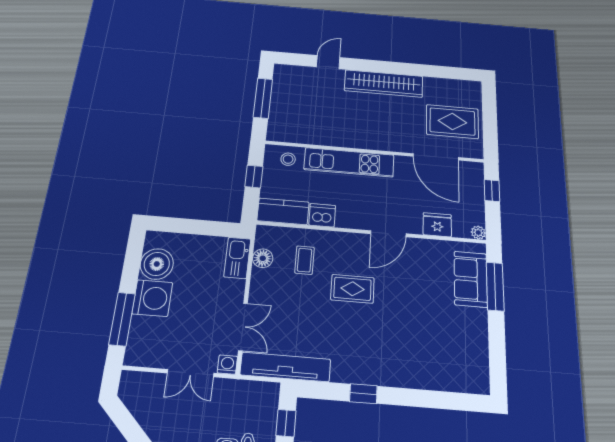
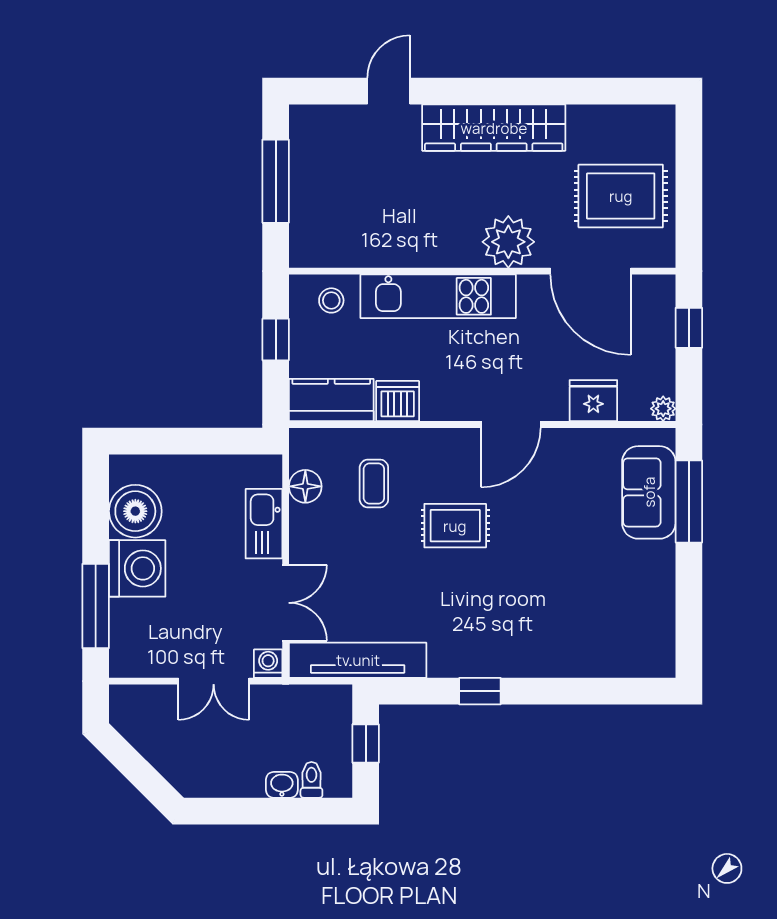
plant: (390, 138) -> (508, 242), added
kitchen sink: (237, 258) -> (264, 524), moved

